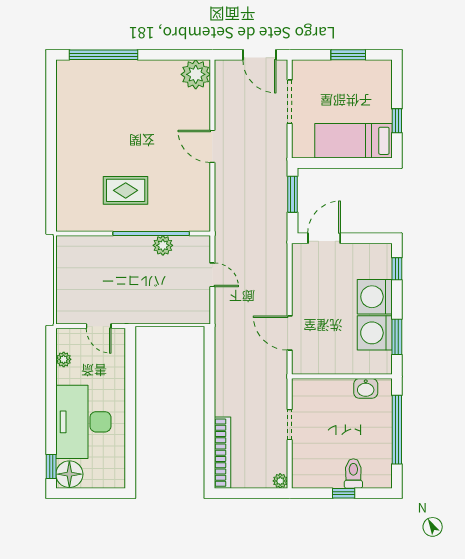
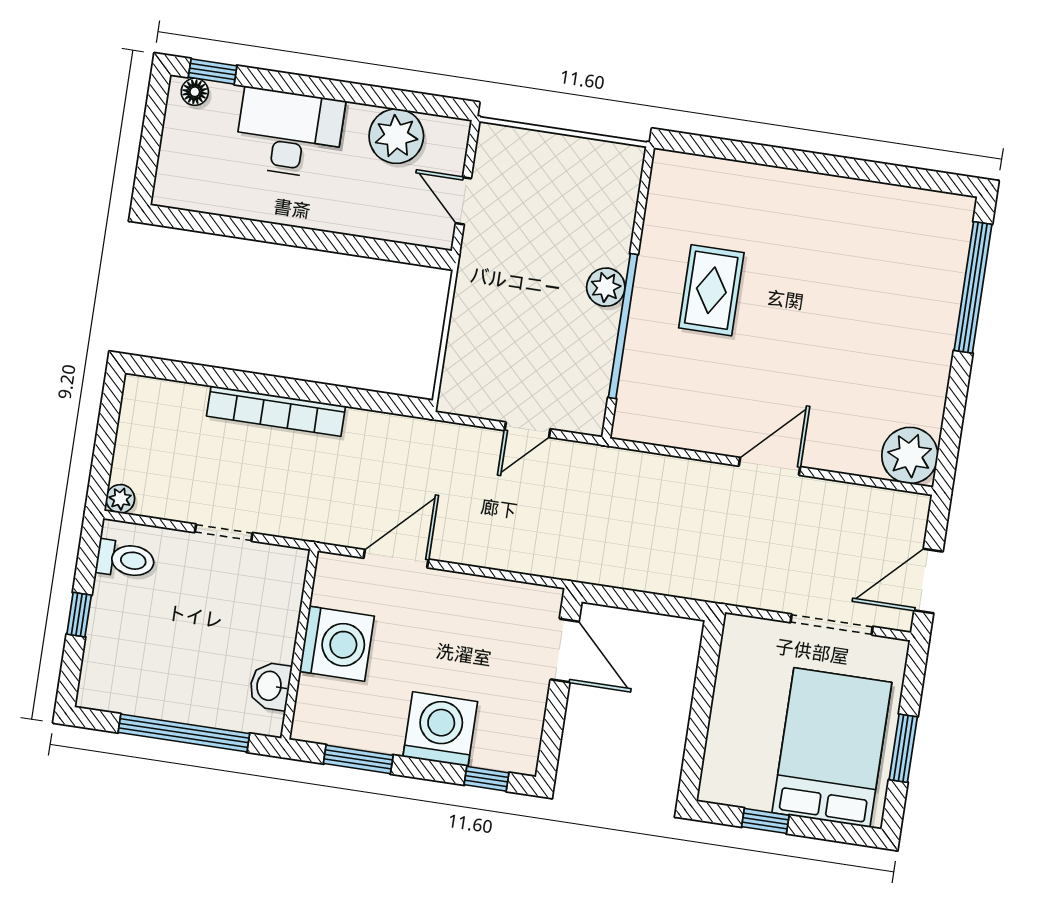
bed: (353, 141) -> (832, 747), moved, width x1.50
window: (293, 194) -> (657, 604), removed
plant: (163, 245) -> (606, 287), moved
door: (99, 326) -> (463, 201), hinge flipped
washing machine: (375, 333) -> (337, 644), moved, turned 90
plant: (64, 359) -> (396, 136), width x1.88, depth x1.88
desk: (83, 422) -> (289, 133), width x0.73, depth x0.77
bookcase: (222, 453) -> (276, 411), moved
toilet: (353, 473) -> (125, 560), moved
floor lamp: (69, 474) -> (195, 92), width x0.53, depth x0.53

